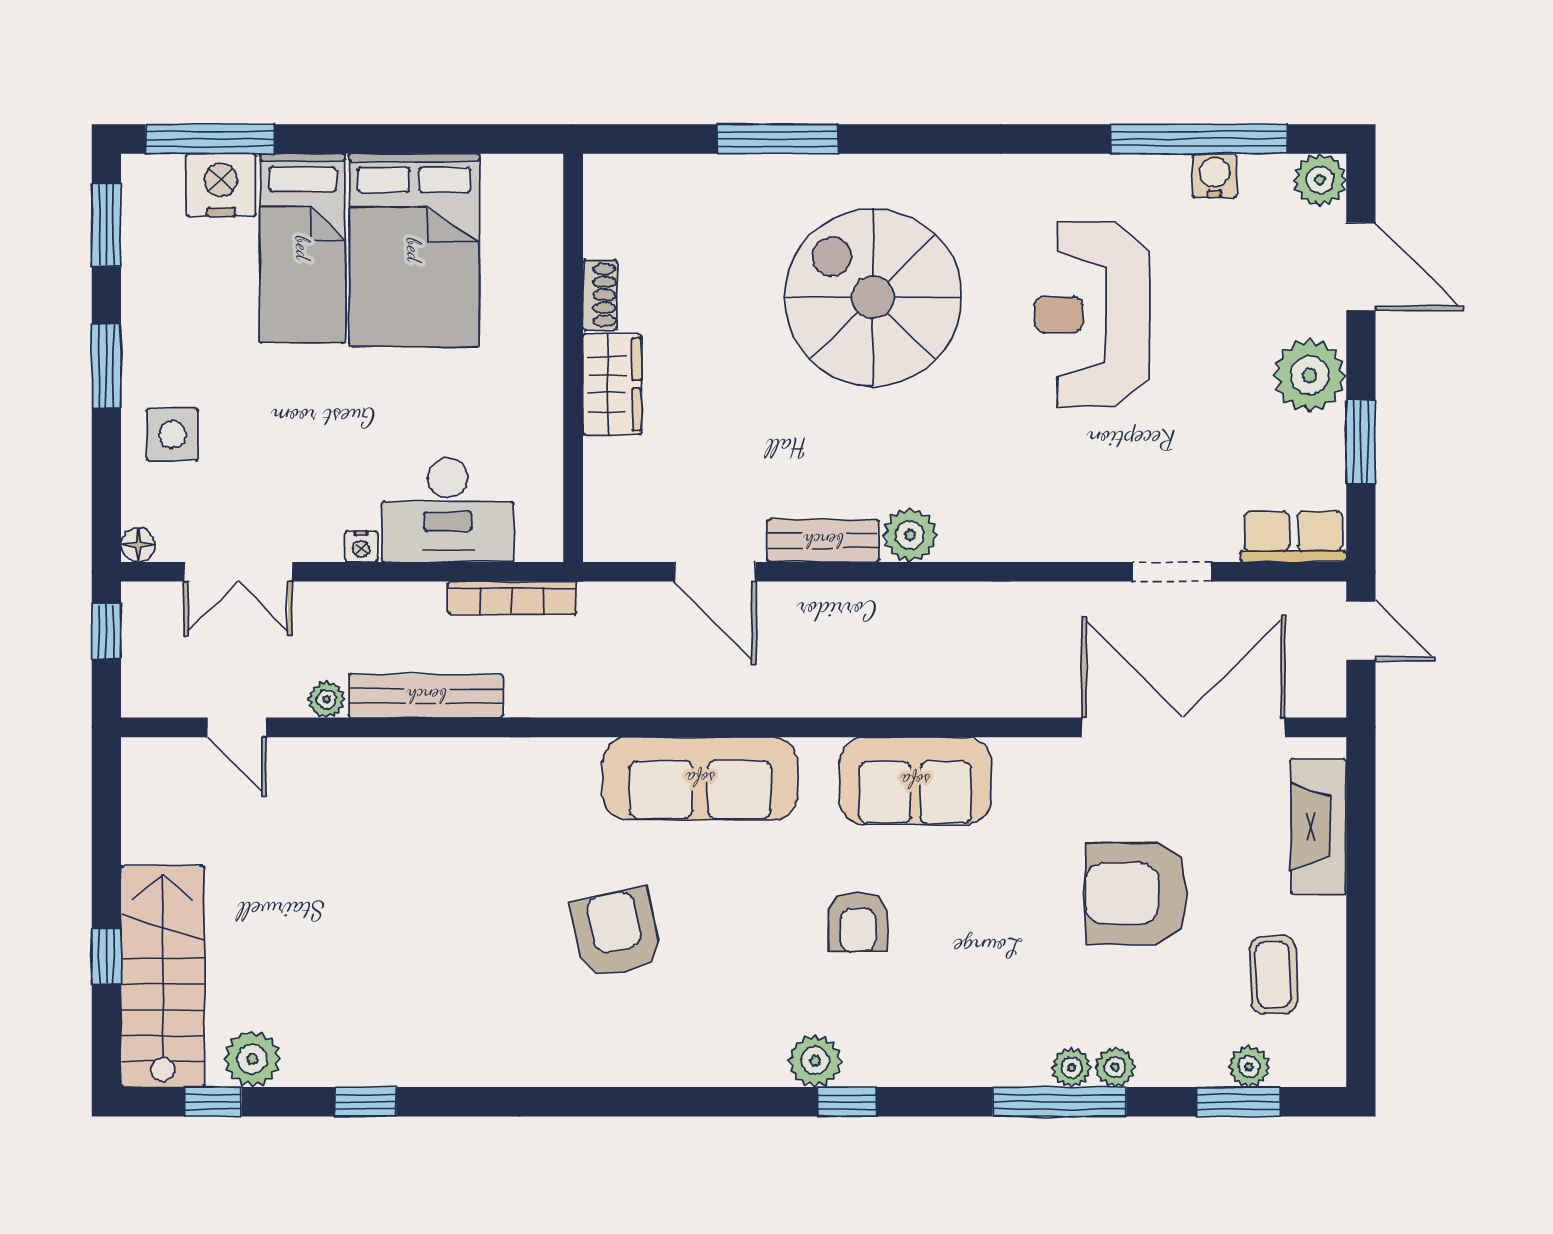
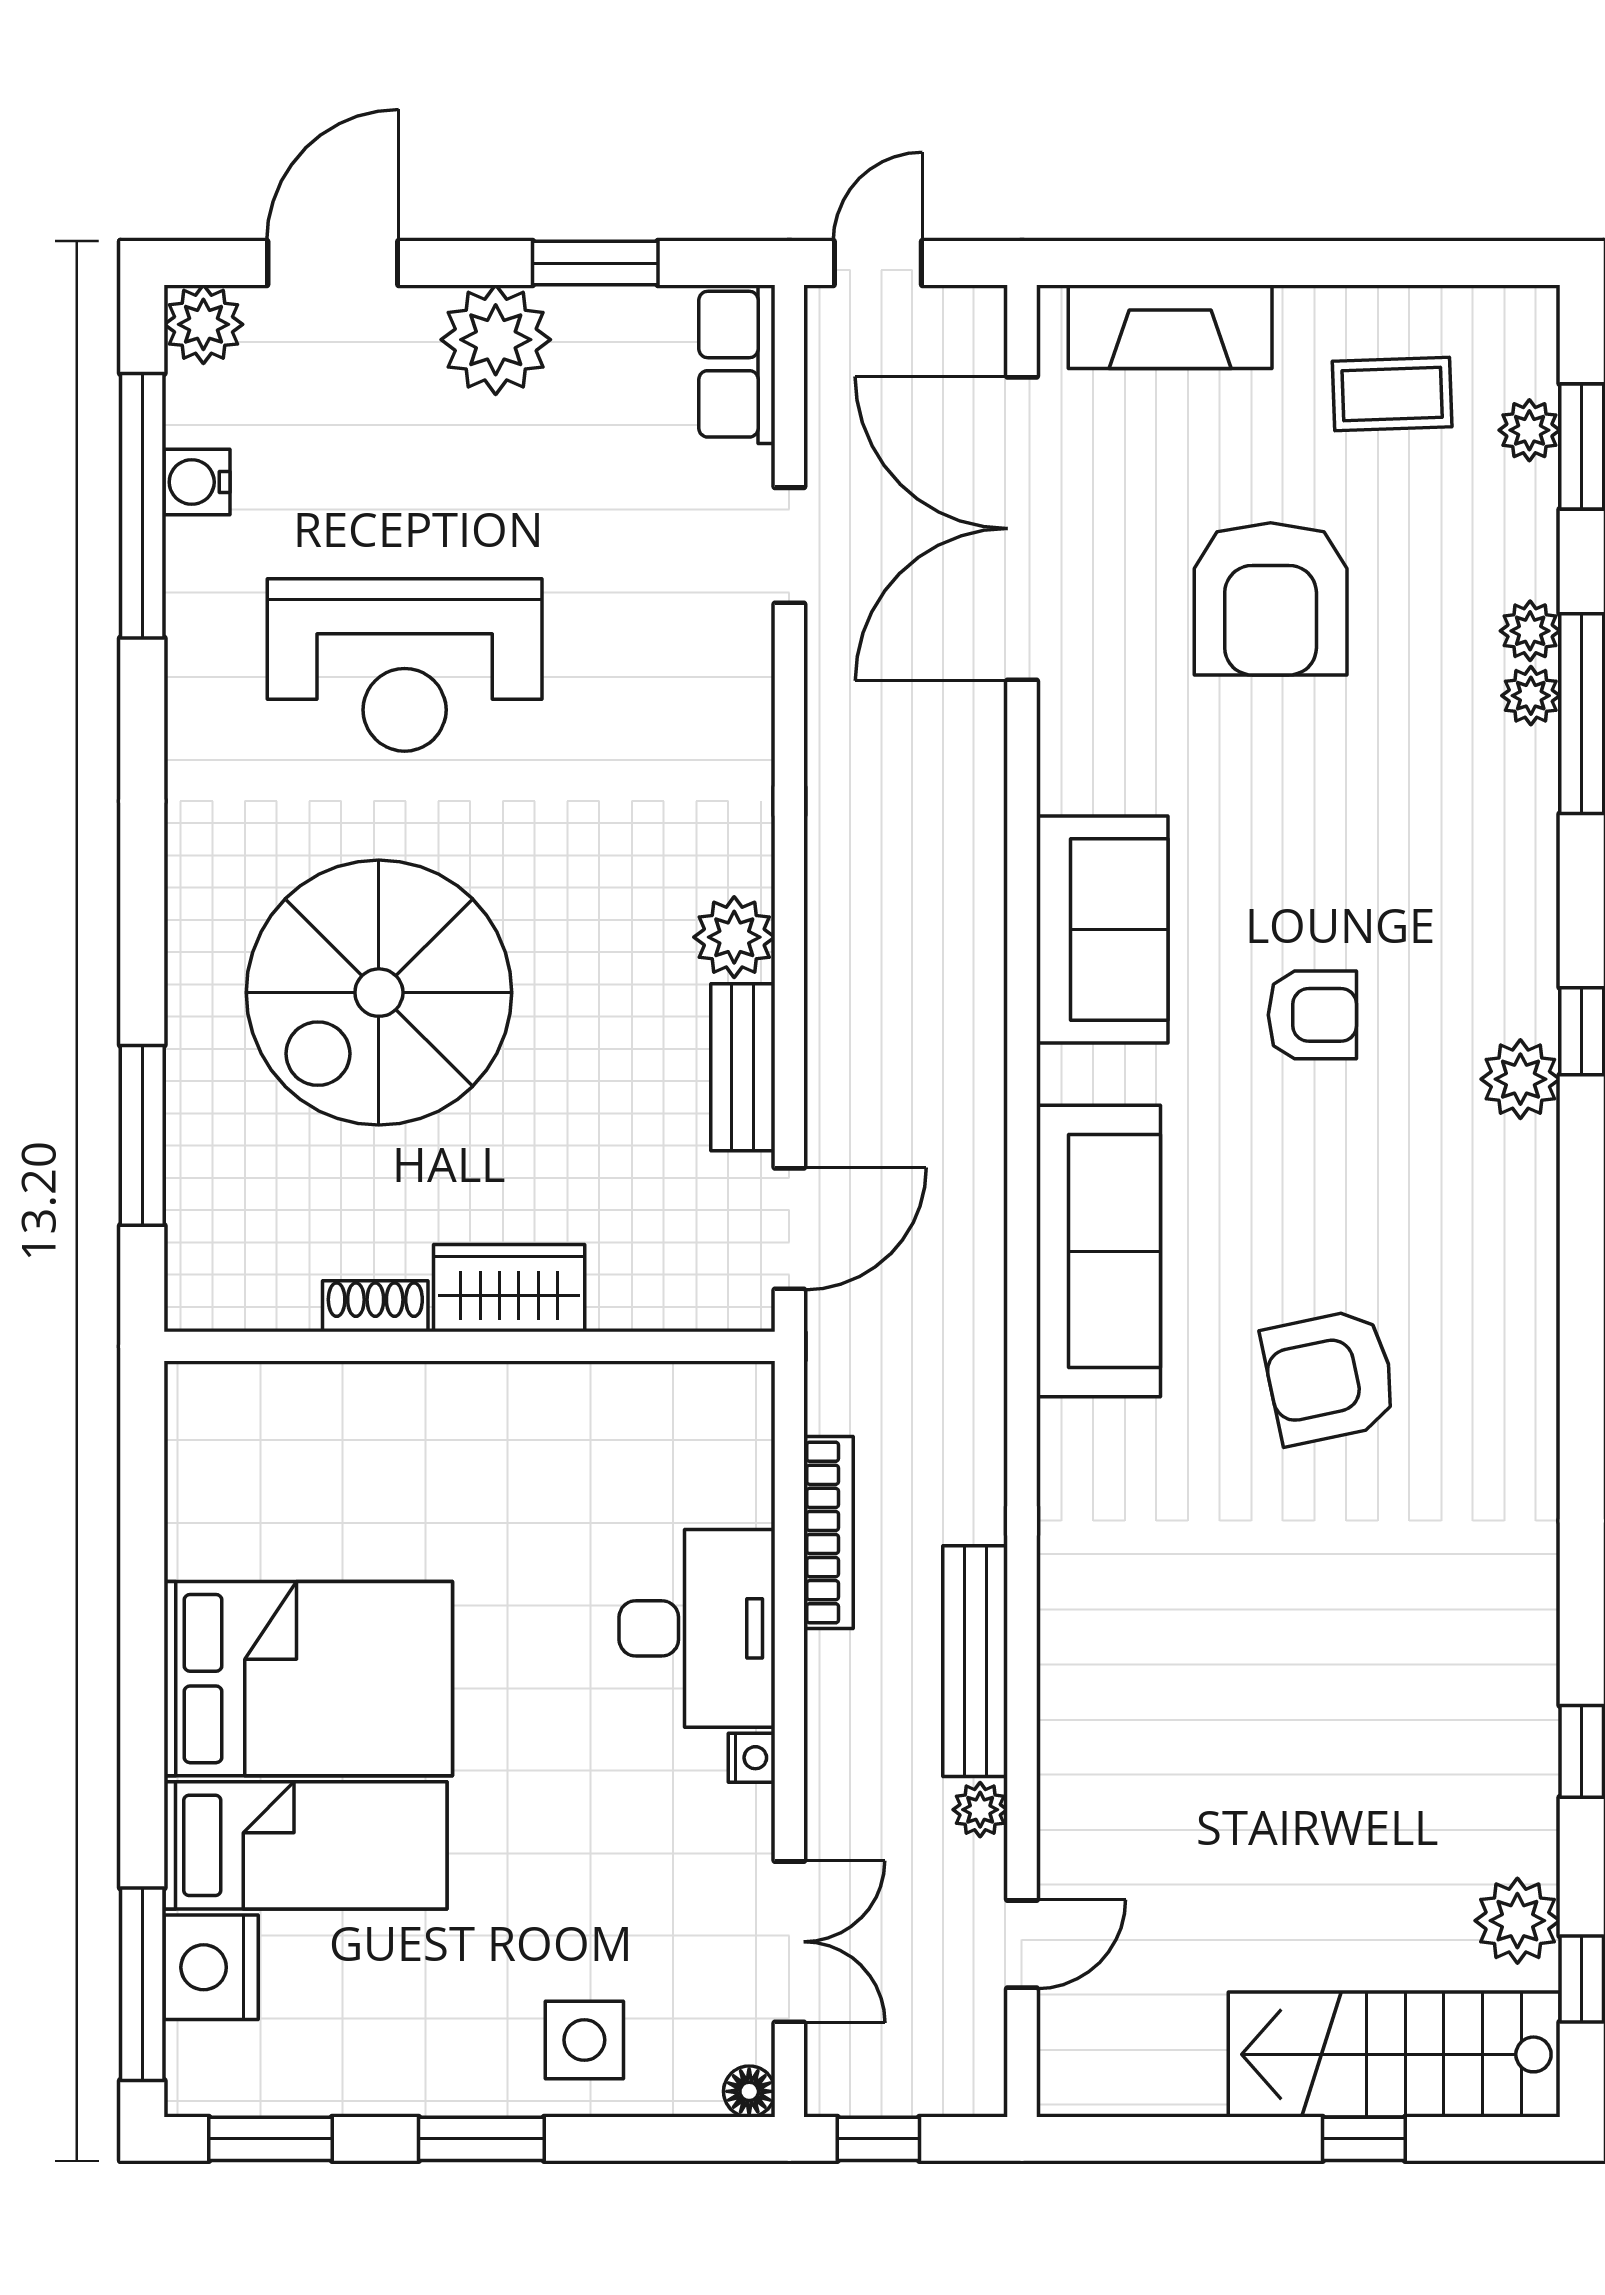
shoe rack: (600, 295) -> (375, 1306), moved
wall: (573, 358) -> (469, 1346), moved
wardrobe: (612, 384) -> (509, 1288), moved

